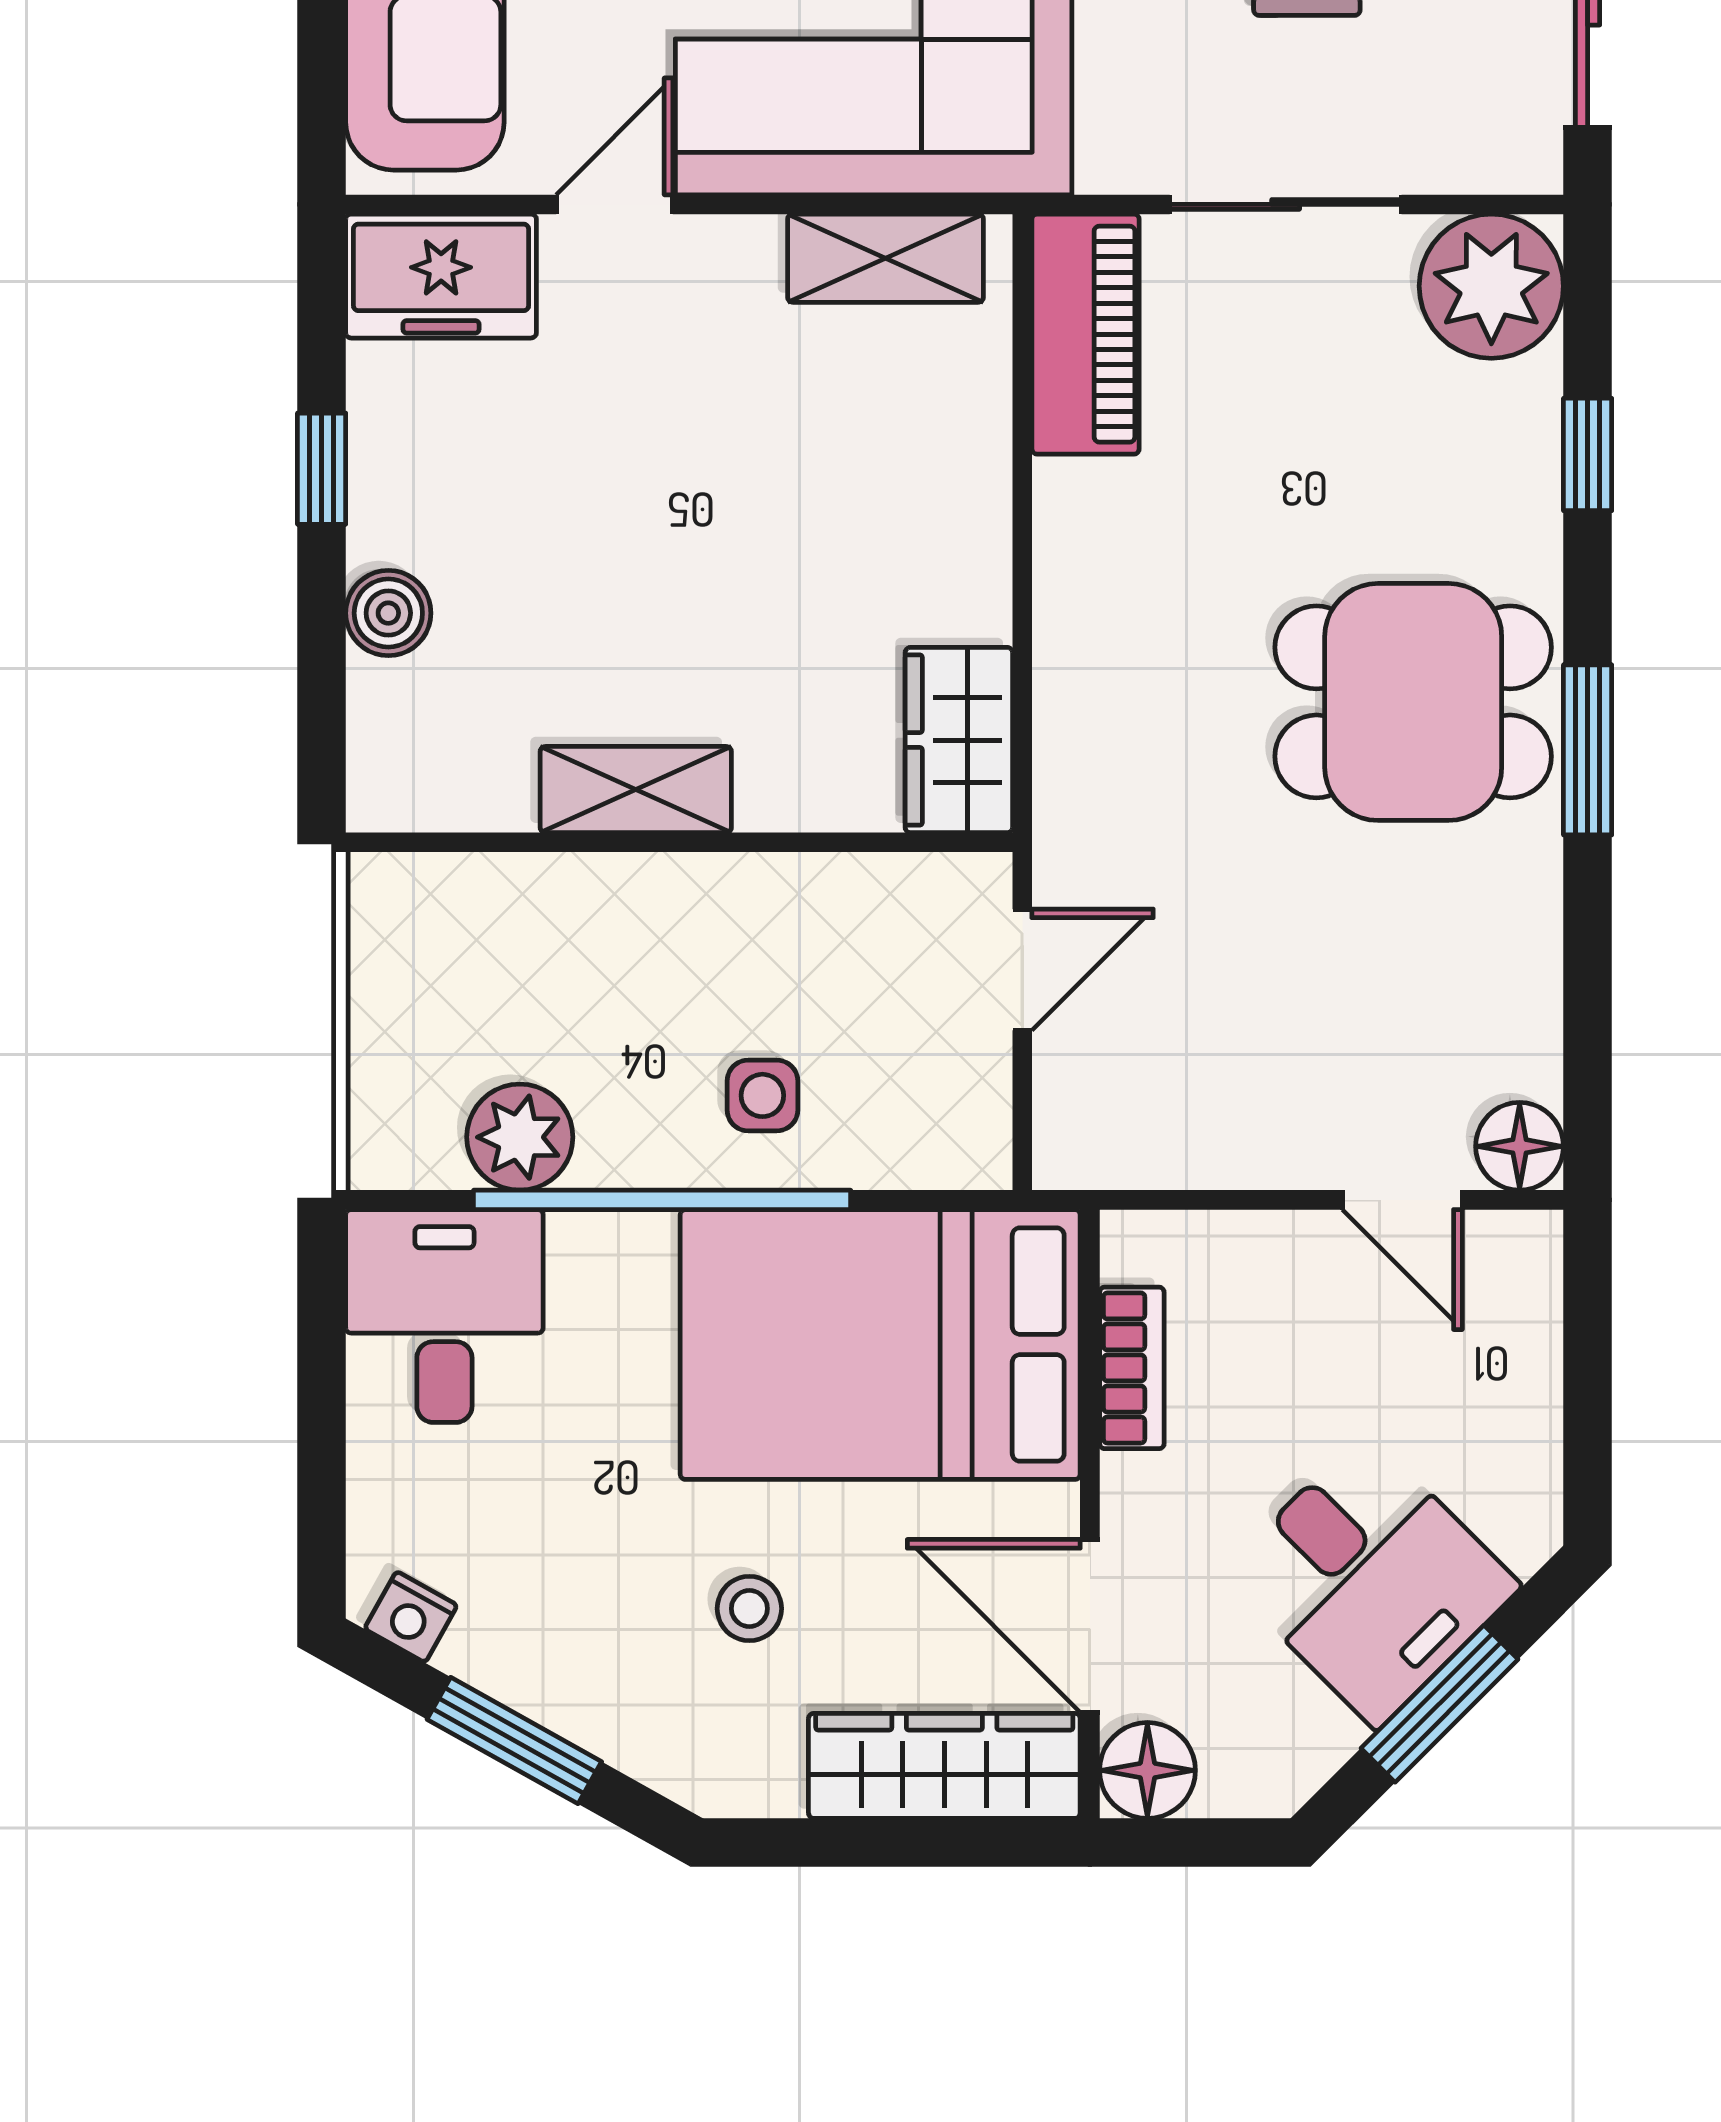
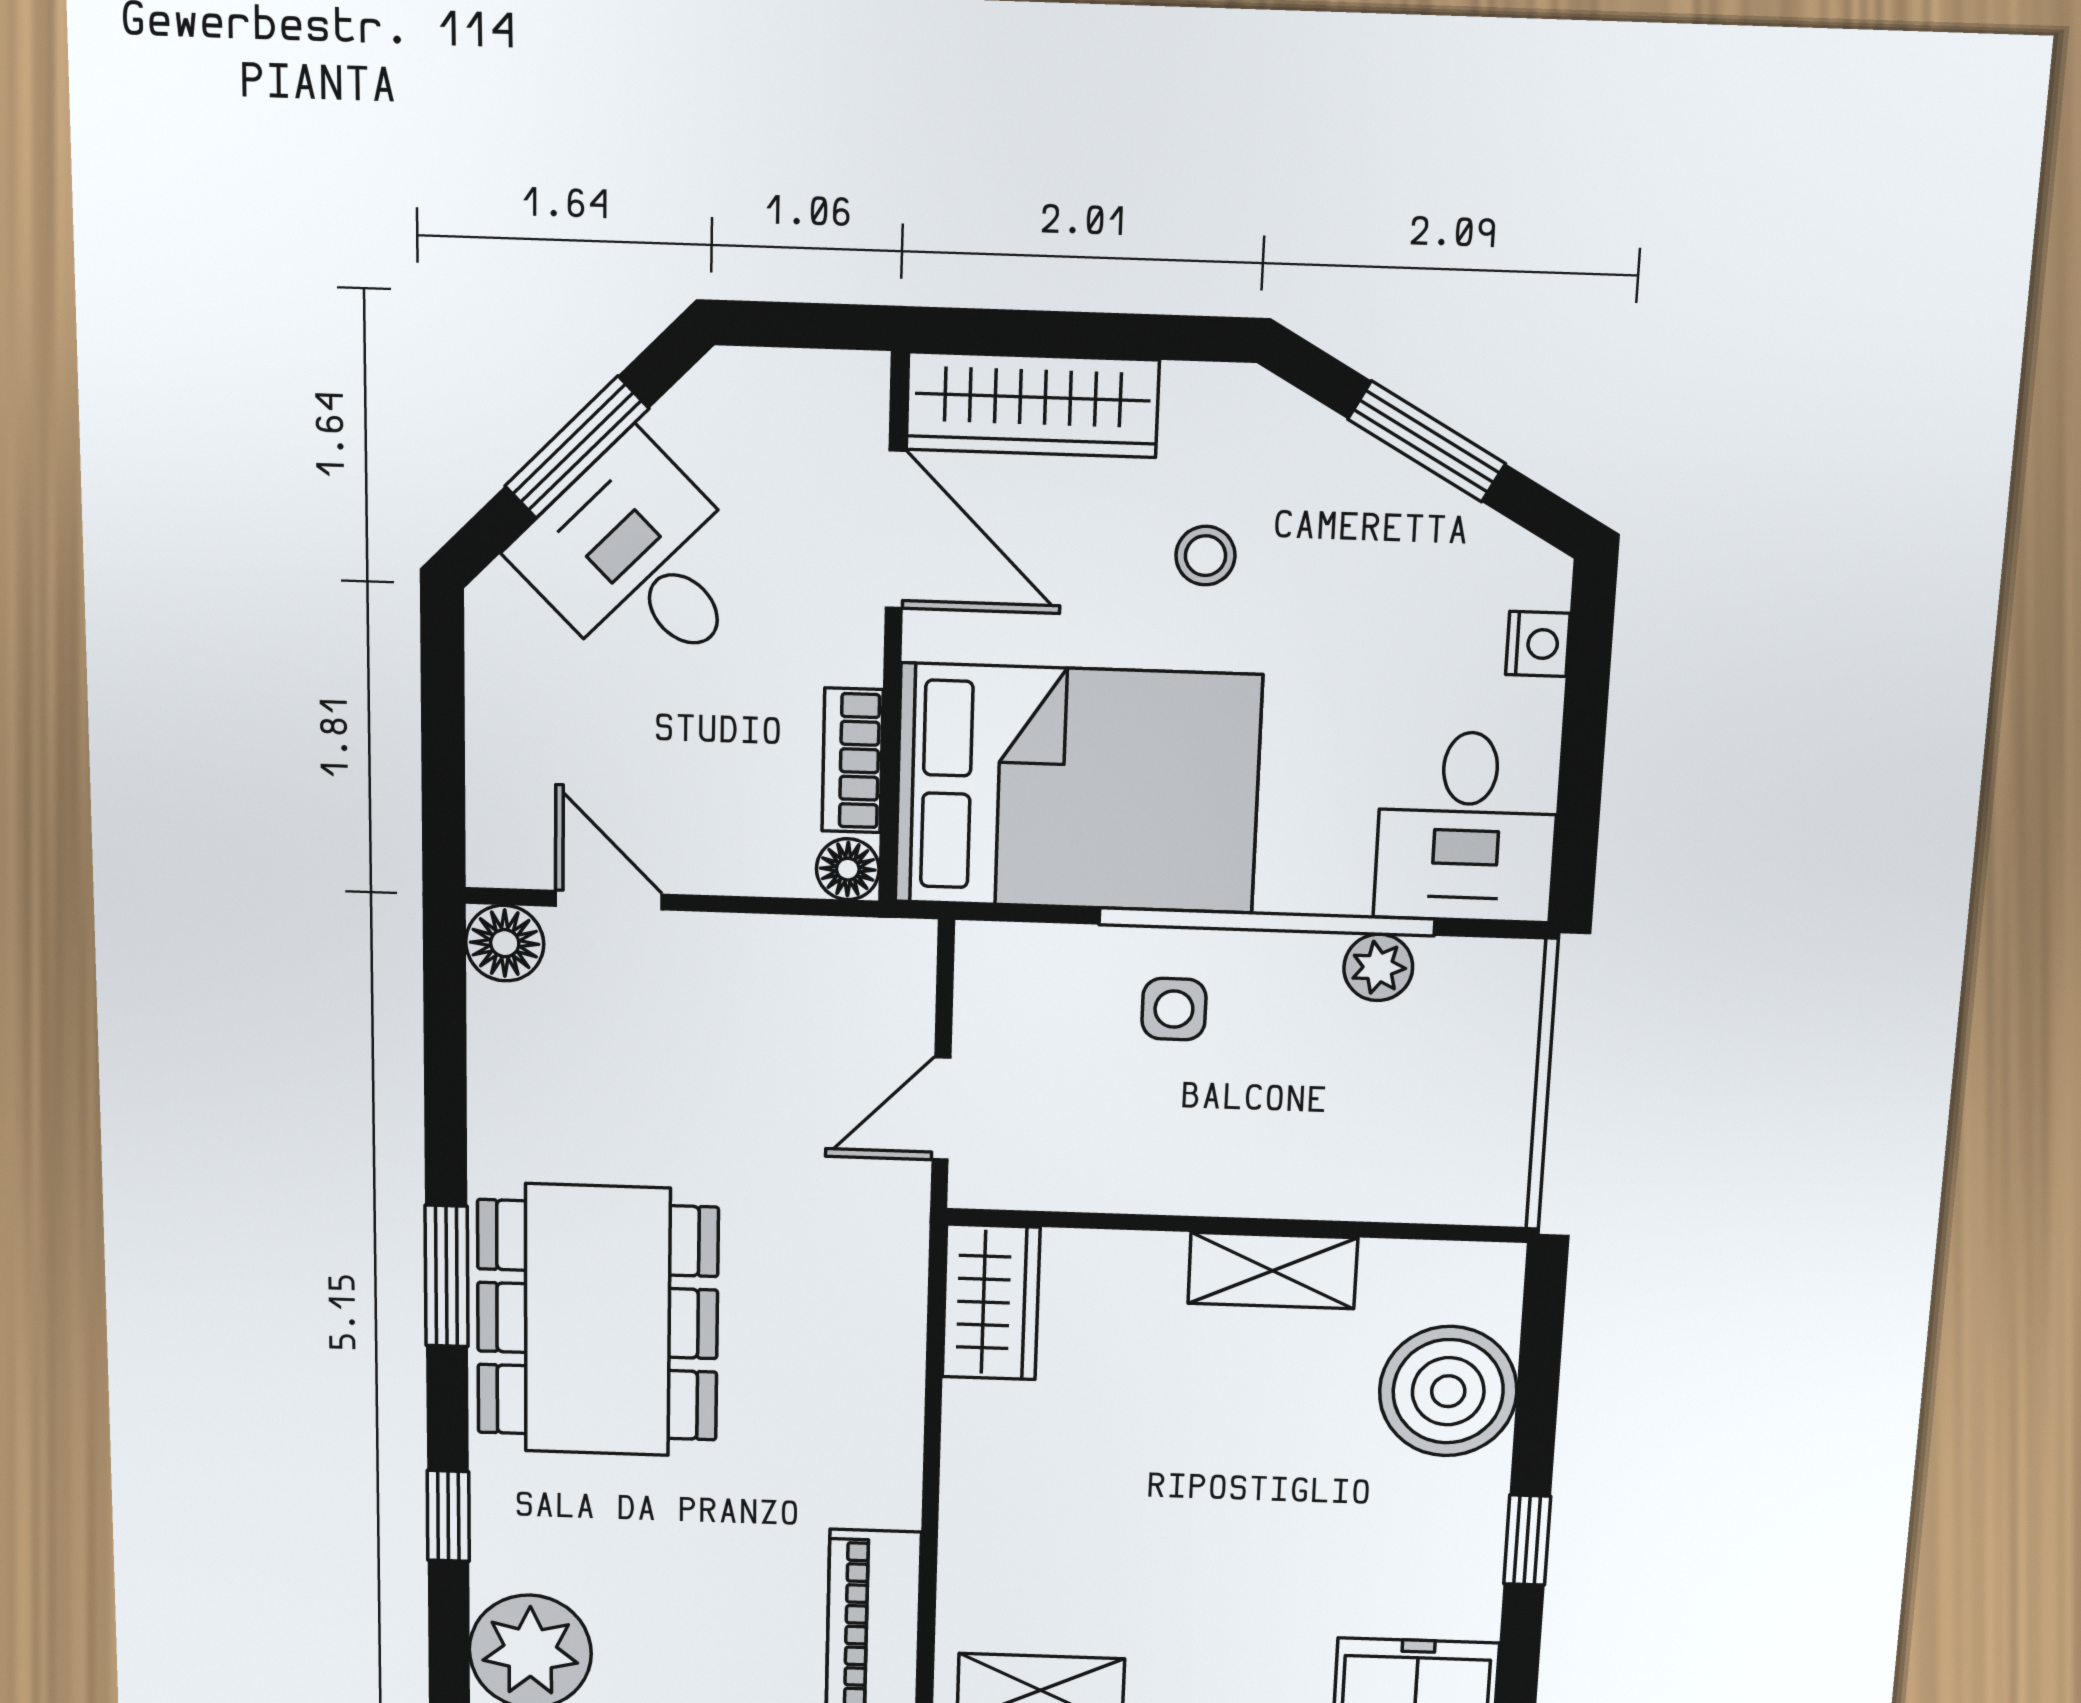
boiler: (388, 613) -> (1448, 1391), width x1.86, depth x1.86
dining table: (1413, 702) -> (598, 1321), width x1.38
plant: (520, 1137) -> (1378, 967), width x0.73, depth x0.73
nightstand: (411, 1617) -> (1538, 644), moved, turned 61
floor lamp: (1147, 1770) -> (848, 869), moved, width x0.73, depth x0.73

